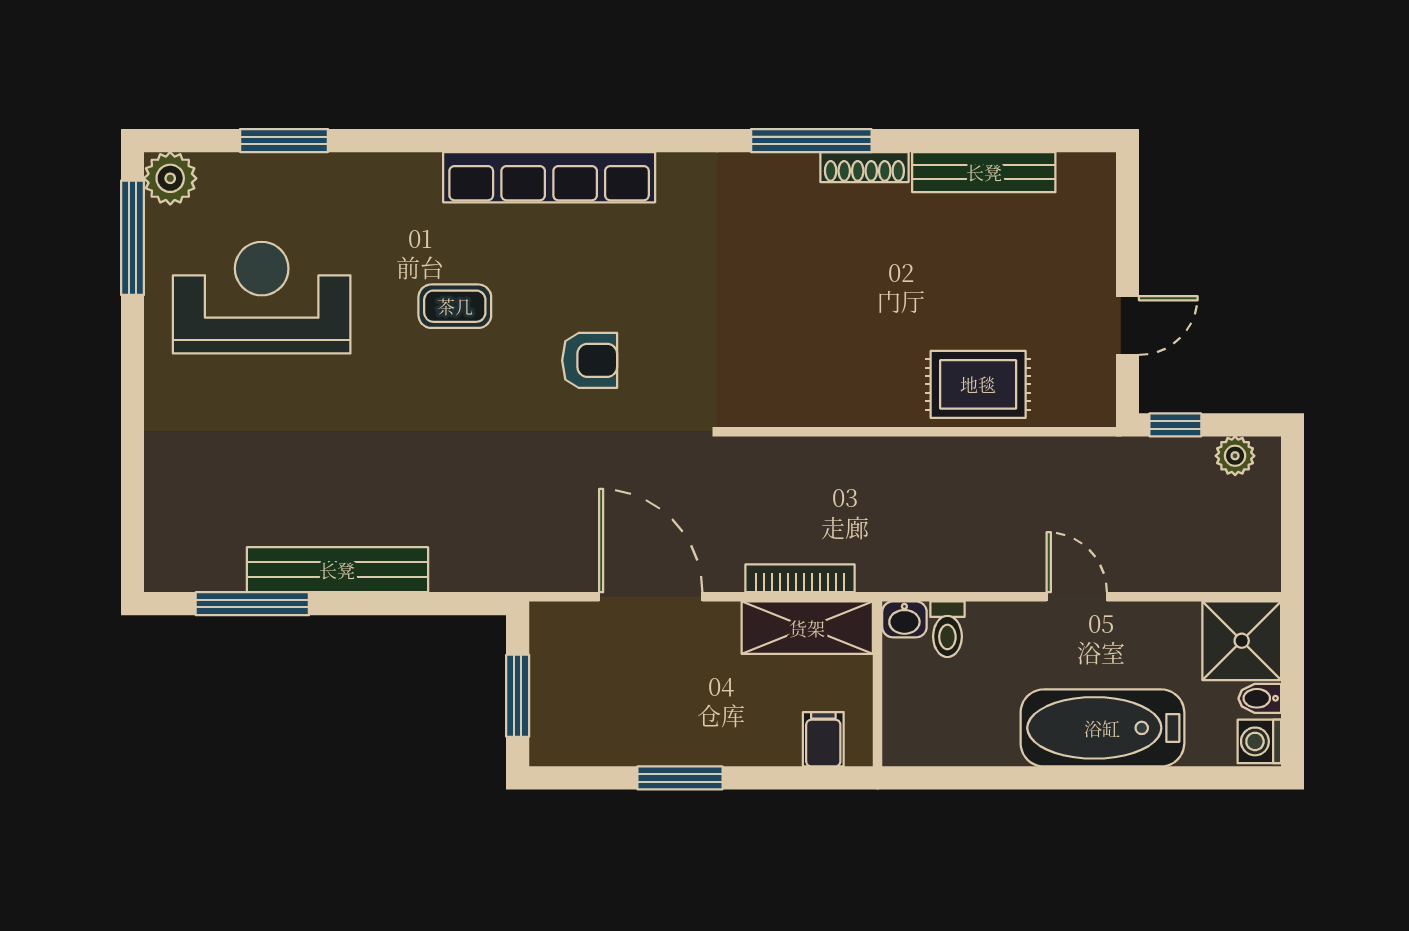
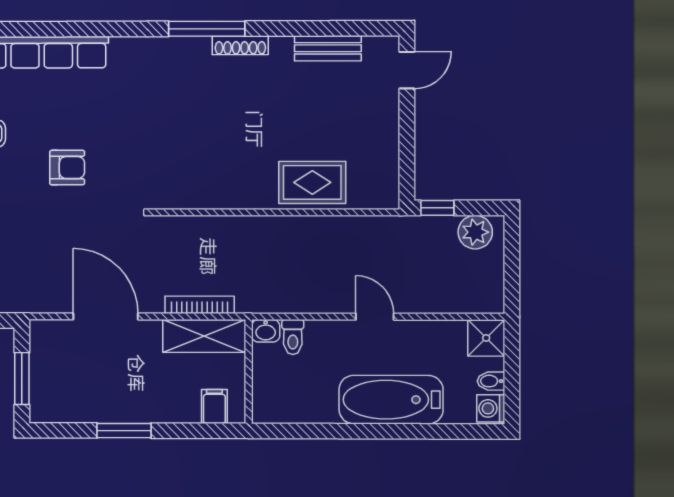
bench: (984, 172) -> (328, 48), width x0.73
door: (1127, 326) -> (407, 70), moved
plant: (1235, 456) -> (475, 232), width x1.38, depth x1.38
shower: (1242, 641) -> (486, 338), width x0.73, depth x0.73

